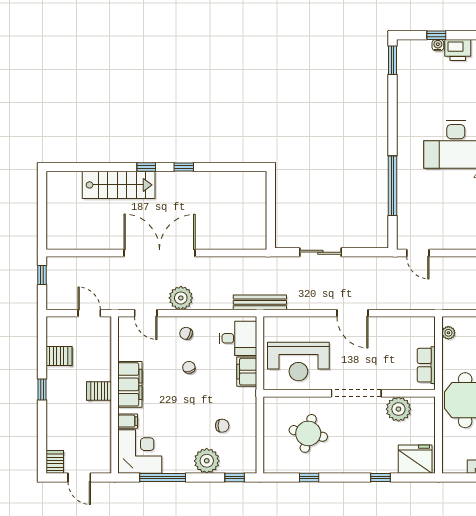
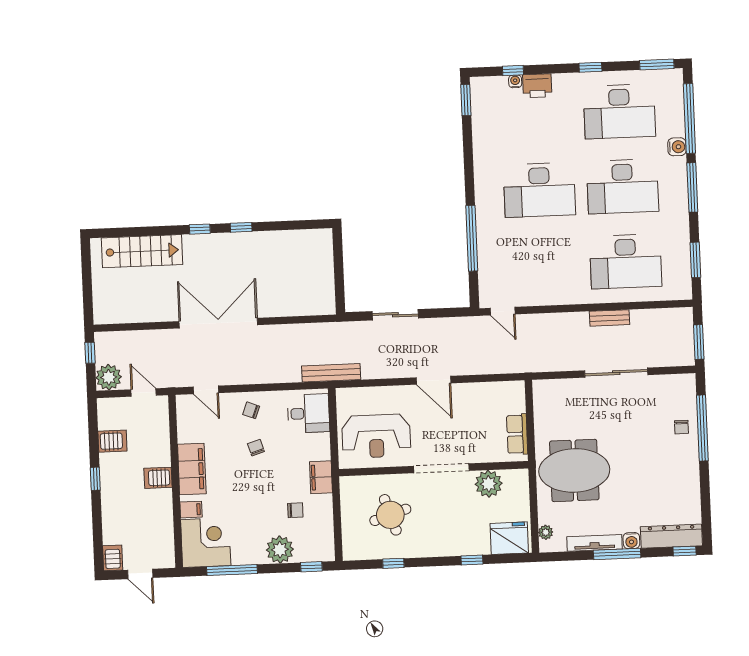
stairs: (119, 185) -> (142, 251), moved
plant: (181, 298) -> (109, 377), moved
plant: (448, 333) -> (546, 532), moved
filing cabinet: (247, 372) -> (321, 477), moved
round table: (308, 433) -> (390, 515), turned -31

